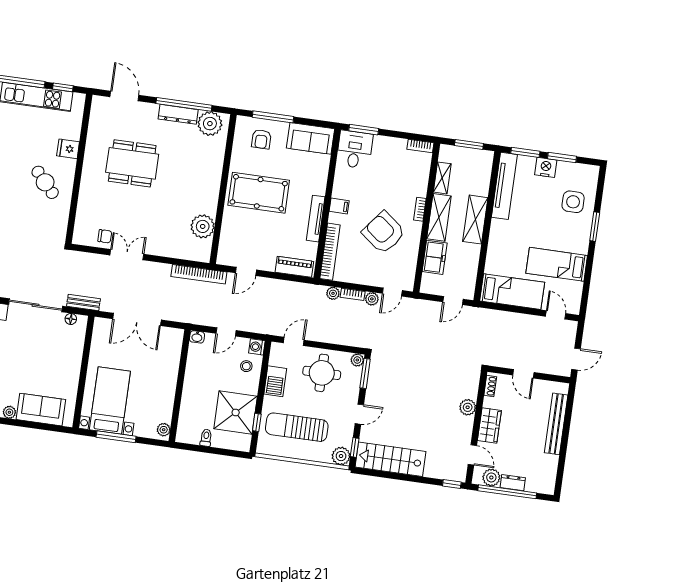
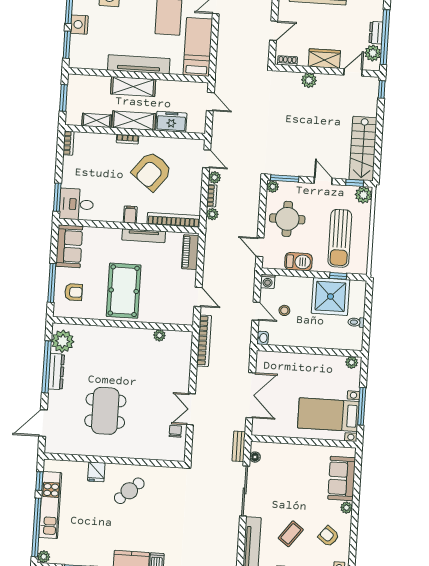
tv unit: (504, 186) -> (139, 64), moved
plant: (203, 226) -> (159, 335), width x0.53, depth x0.53
stool: (246, 366) -> (284, 310), moved

